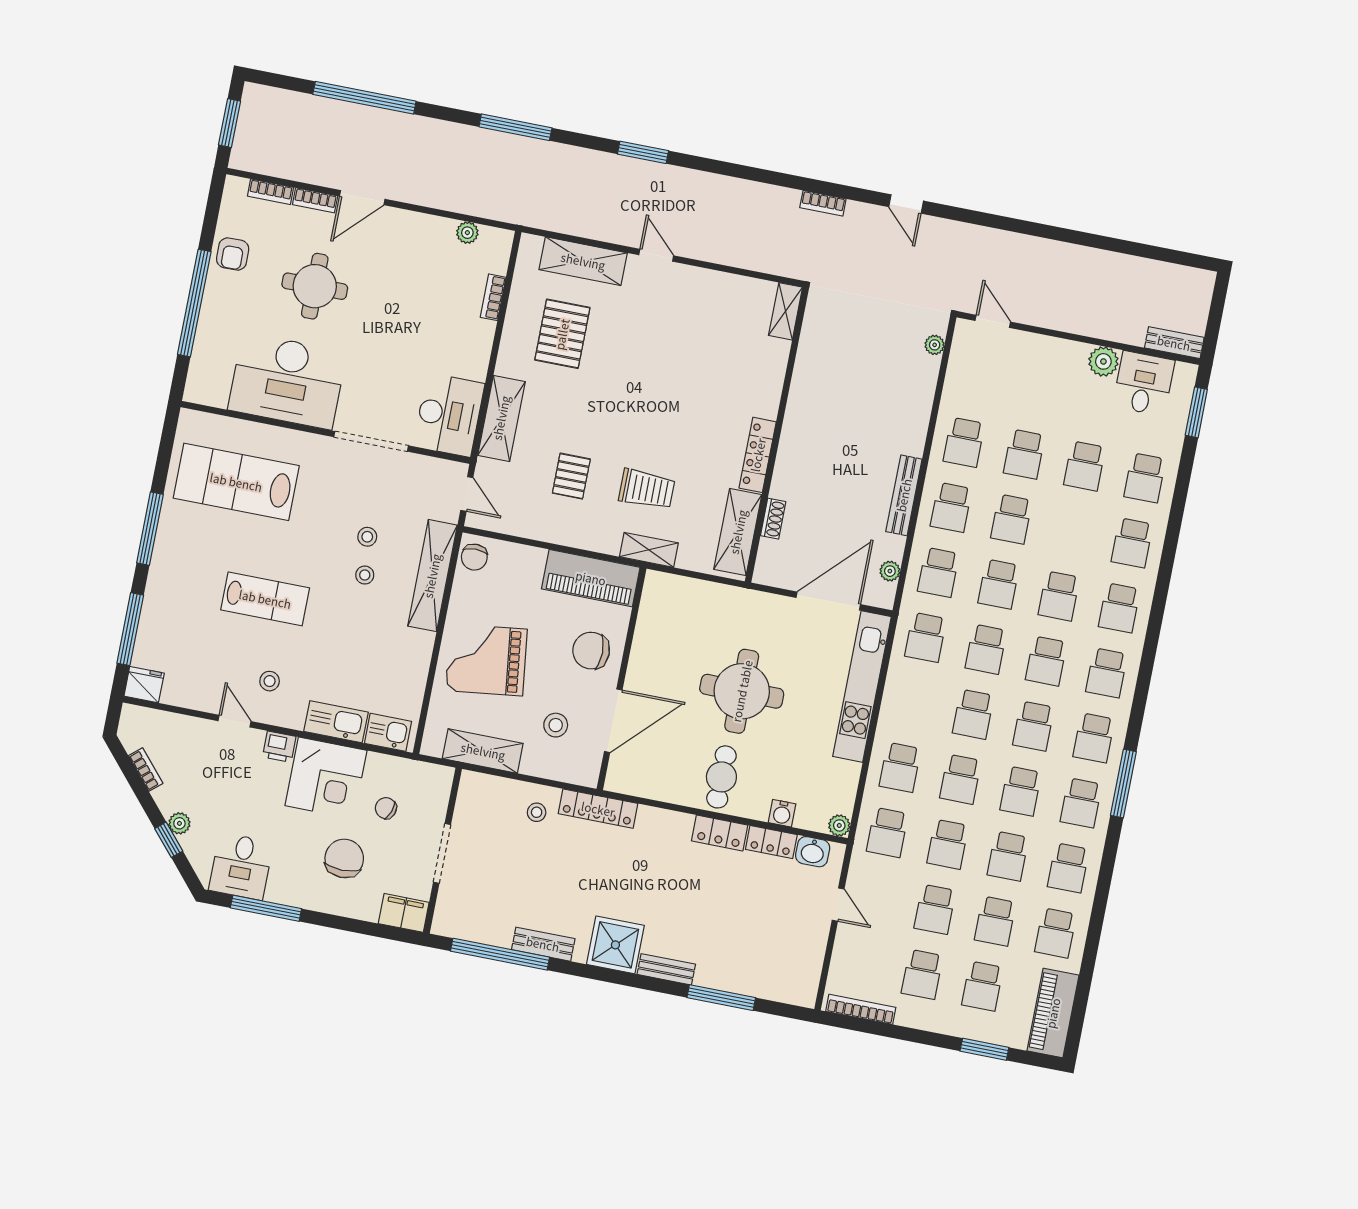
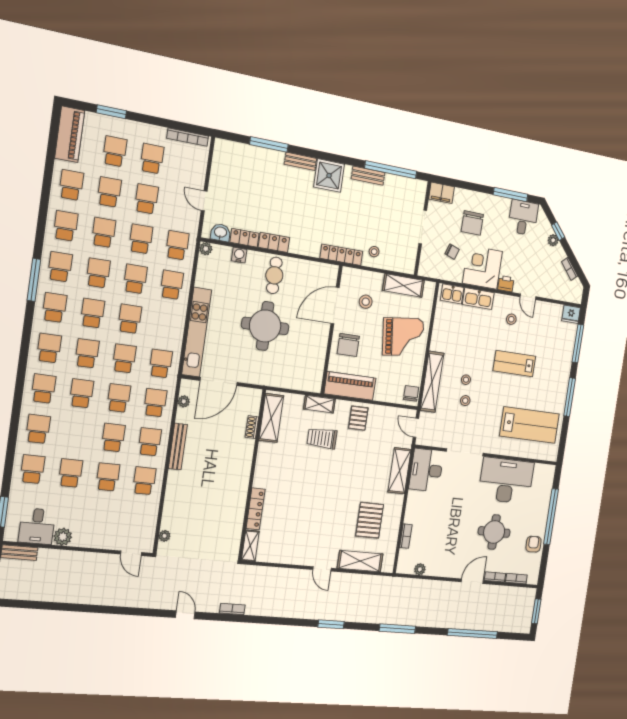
locker: (758, 455) -> (256, 509), moved
pallet: (571, 476) -> (358, 418), moved
chair: (591, 651) -> (348, 345), turned 90

